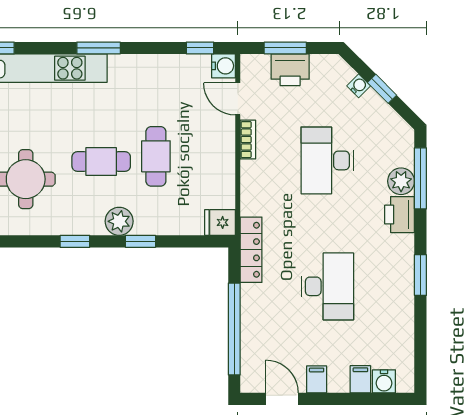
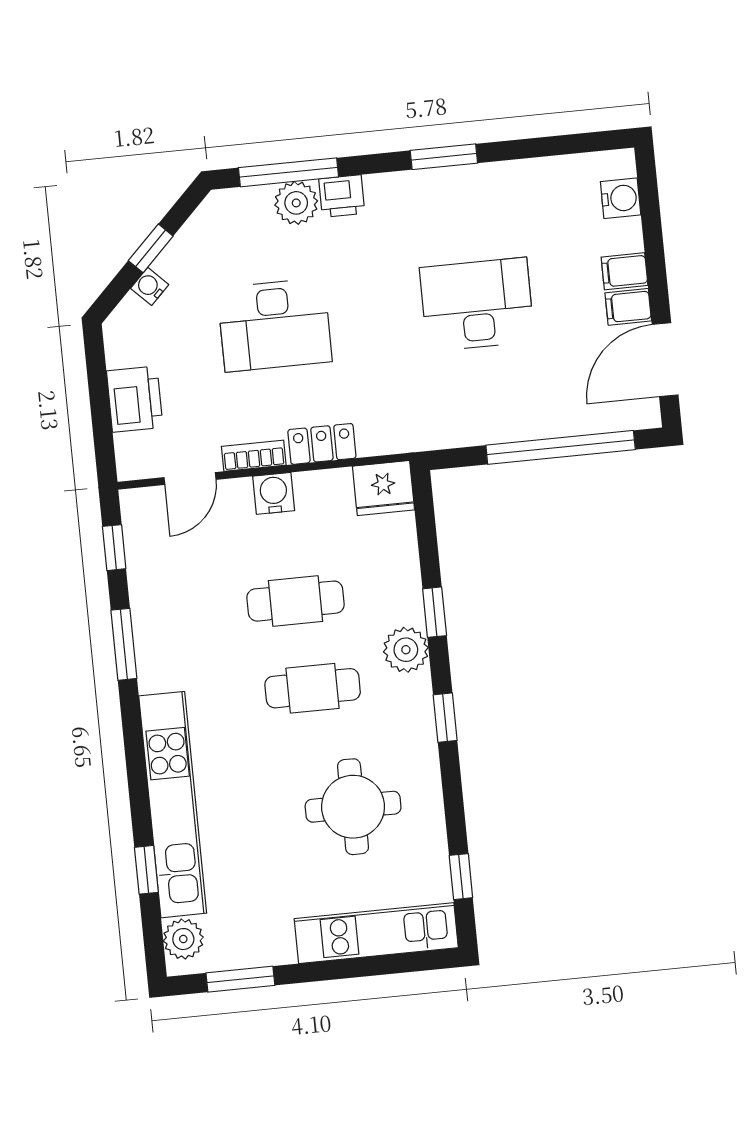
window: (99, 48) -> (124, 644), moved
window: (285, 48) -> (101, 410), removed
water cooler: (224, 66) -> (274, 493), moved
cafe table: (101, 162) -> (313, 688), turned 90
printer: (400, 215) -> (342, 196), width x0.73, depth x0.81
fridge: (220, 222) -> (383, 488), width x1.38
locker: (251, 250) -> (322, 444), moved, width x0.66
filing cabinet: (360, 379) -> (625, 271), moved
door: (282, 399) -> (665, 360), width x1.38

